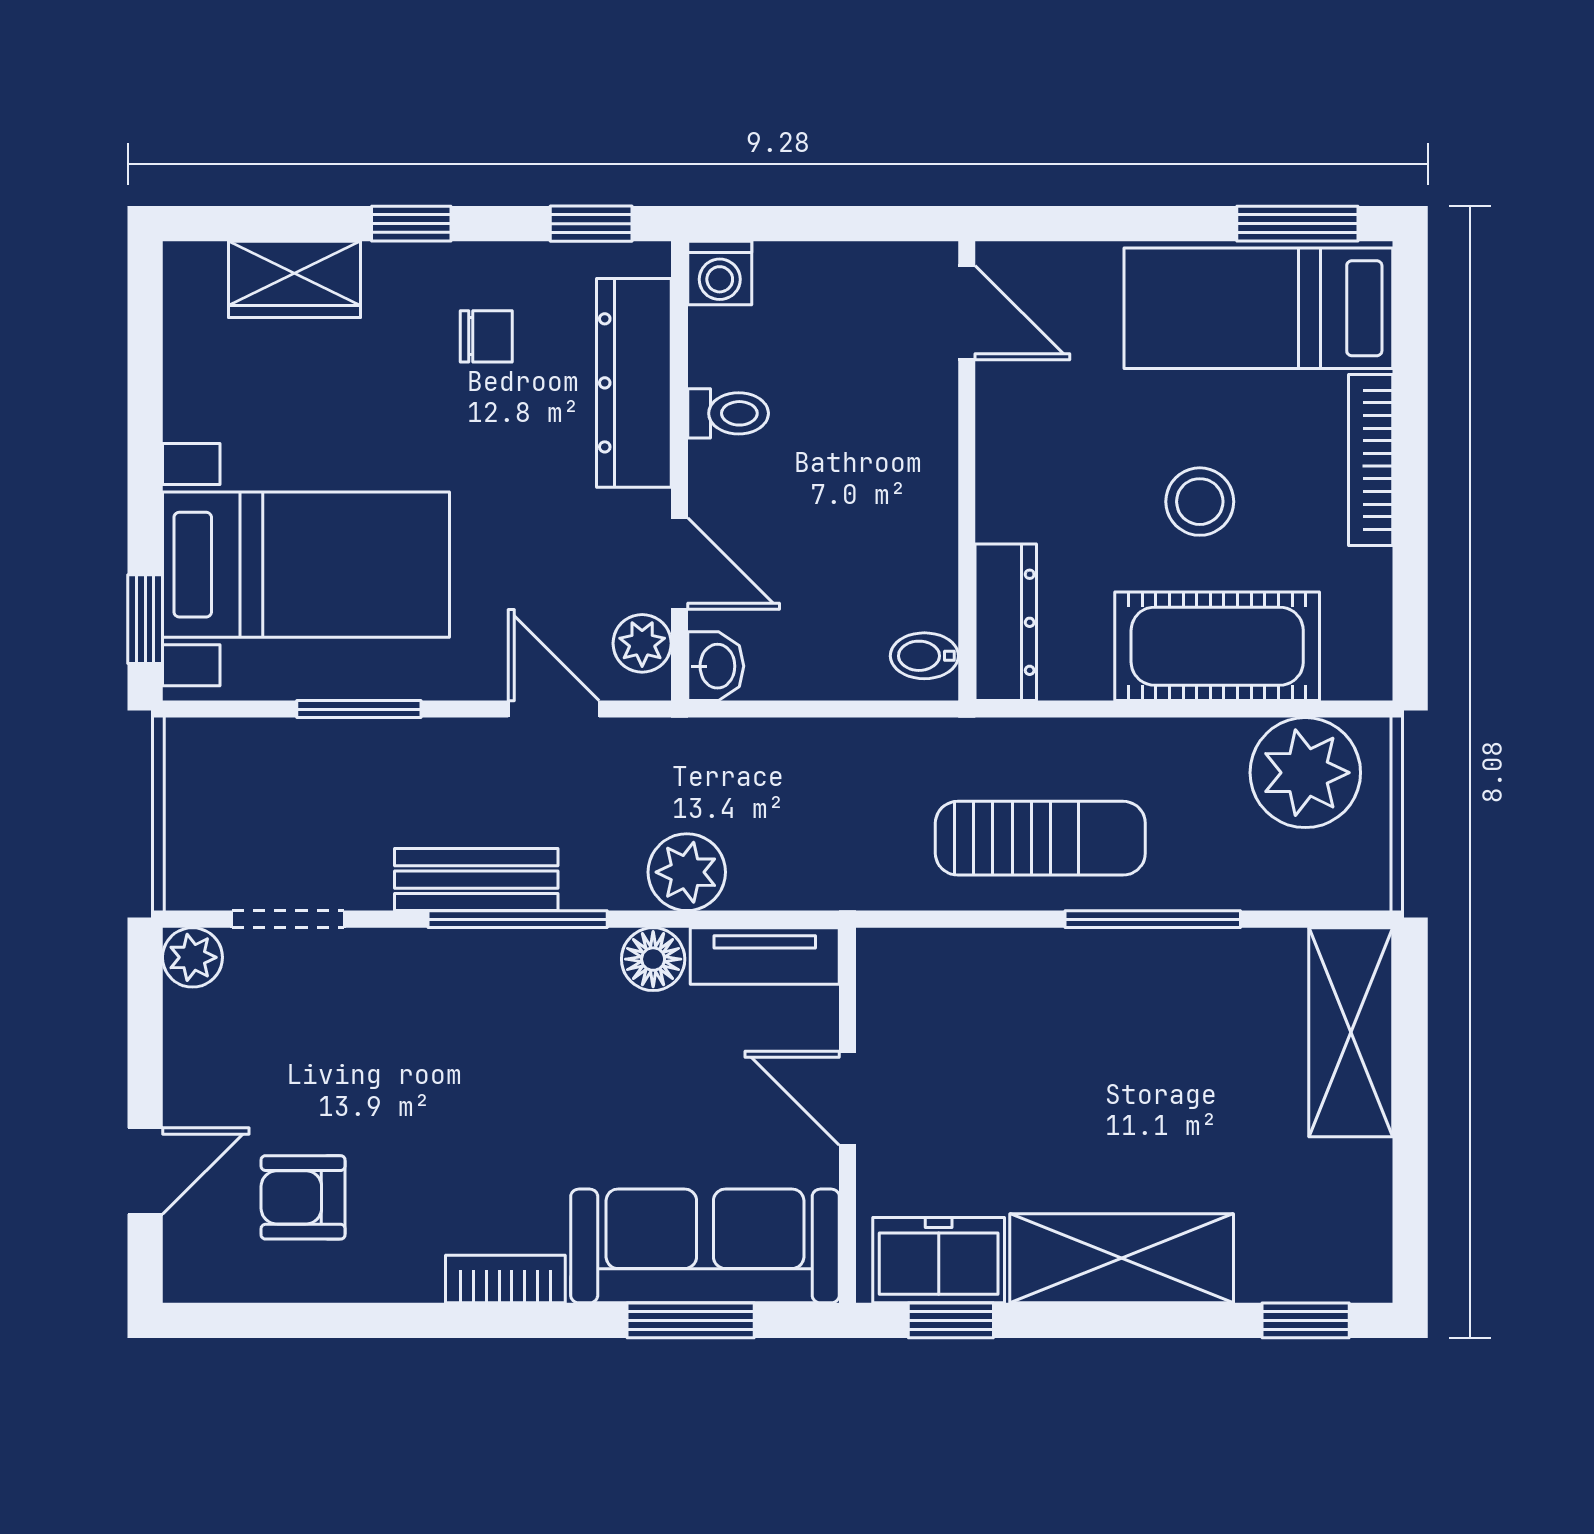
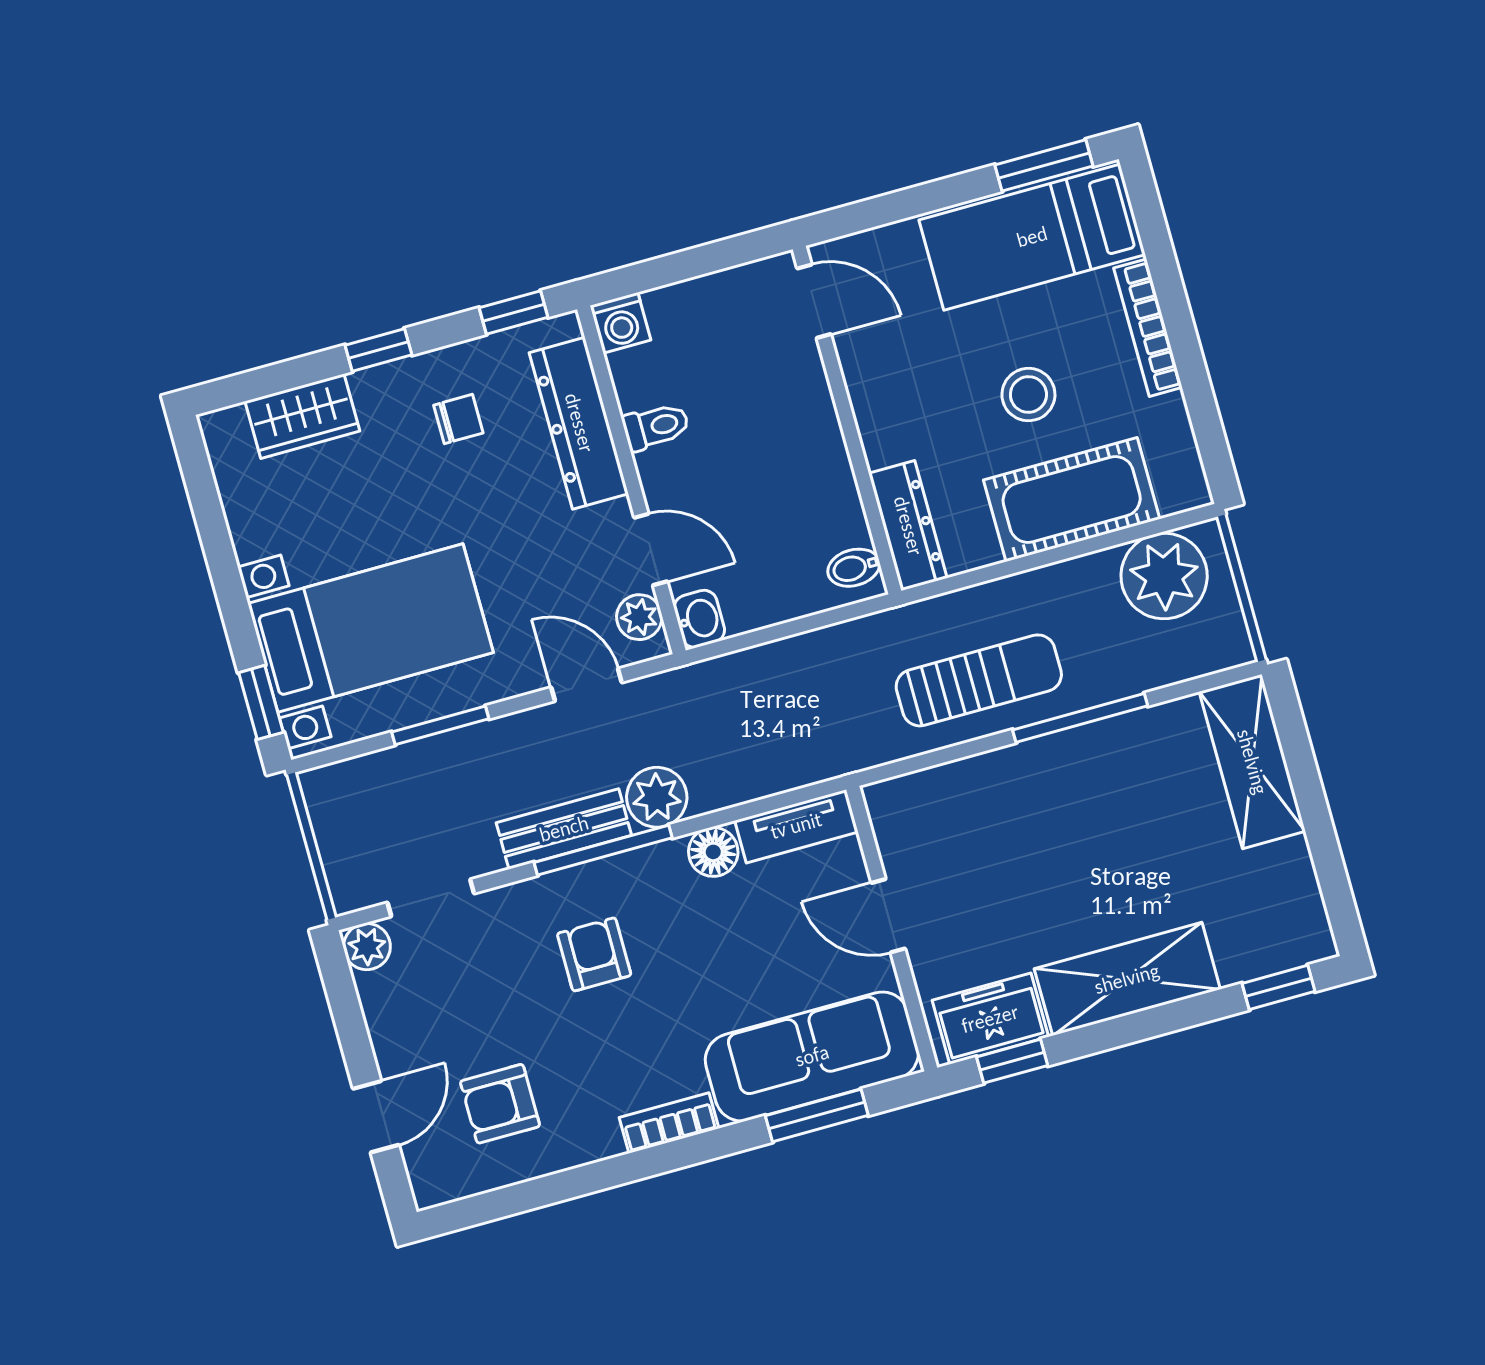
plant: (687, 872) -> (657, 797), moved
armchair: (471, 1045) -> (594, 954), added

